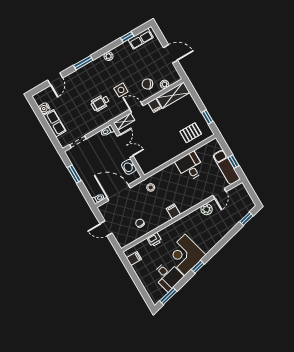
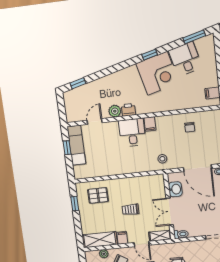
trolley: (158, 133) -> (131, 210), added
desk: (190, 166) -> (132, 133), moved, turned 180
printer: (154, 240) -> (128, 110), moved

